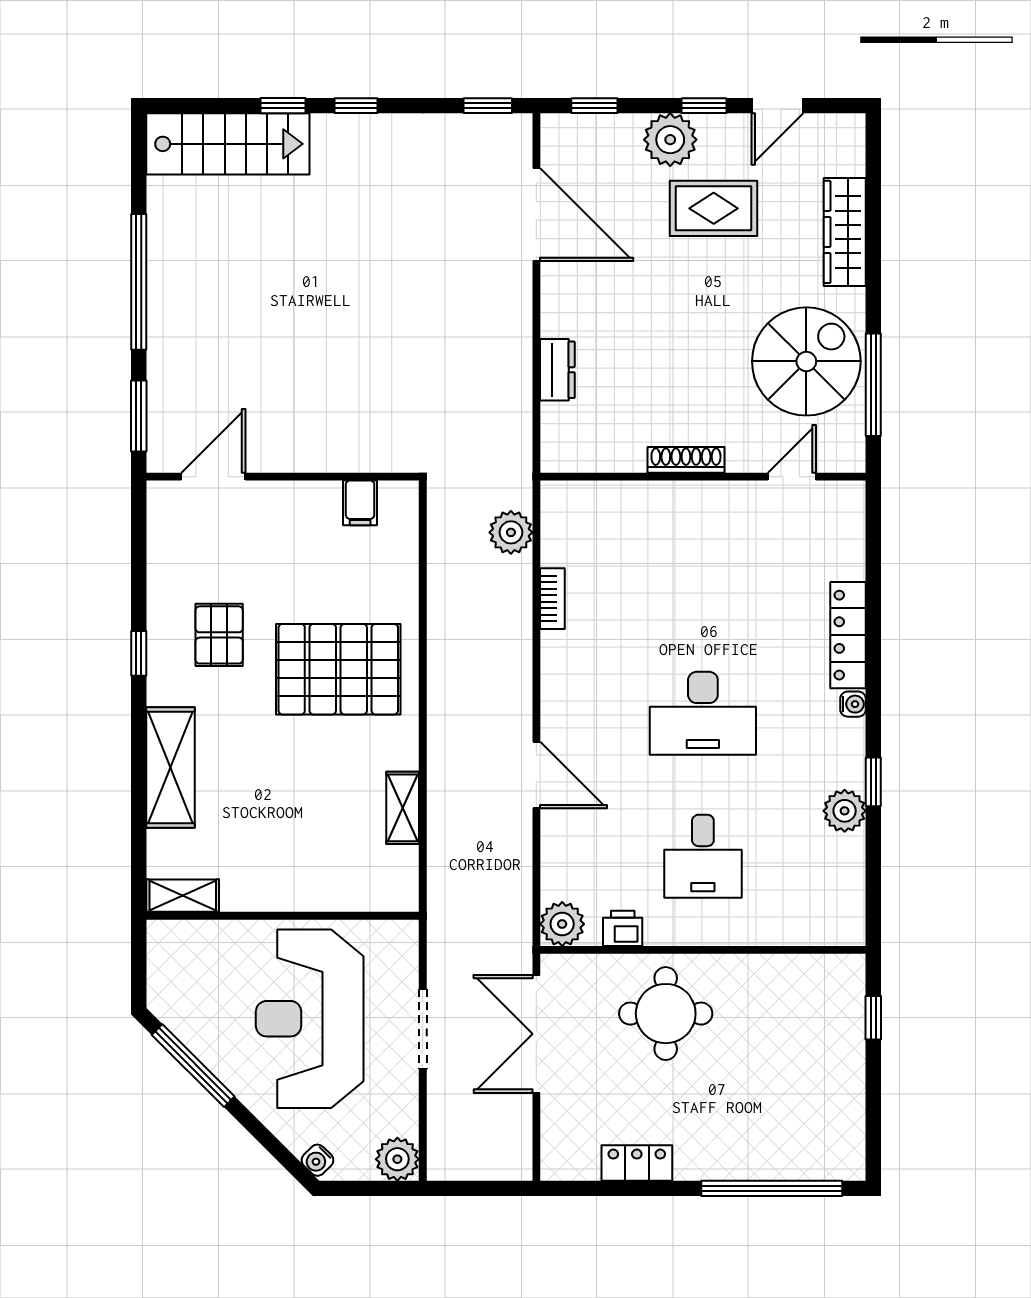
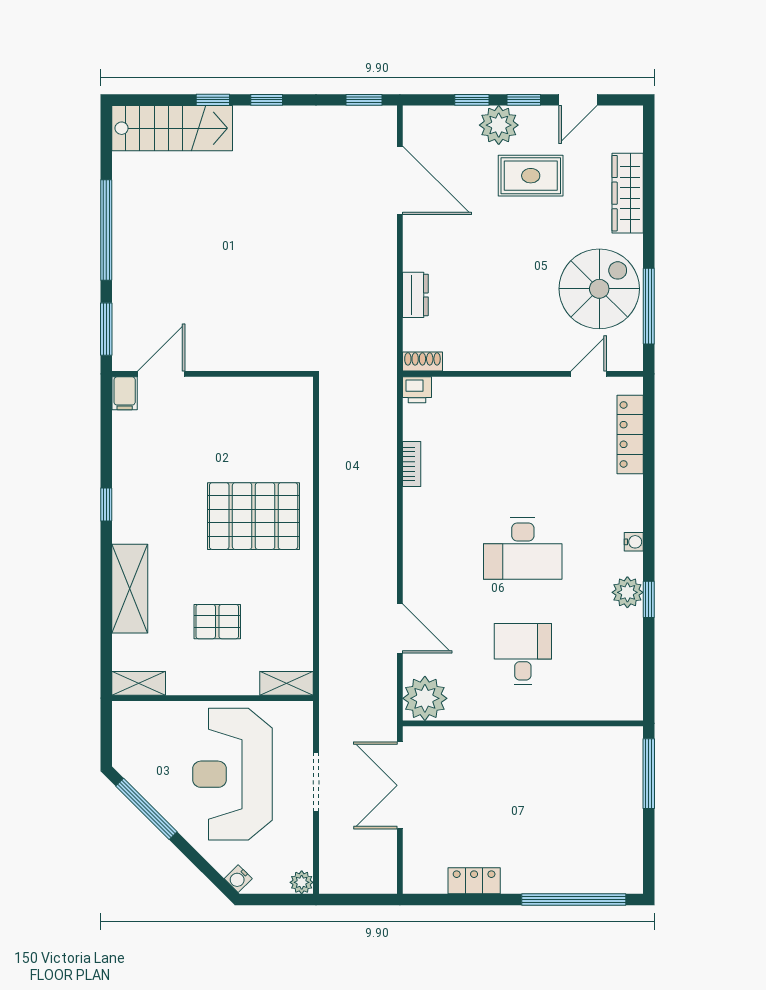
window: (594, 106) -> (472, 100), moved
shoe rack: (686, 460) -> (422, 361), moved, width x0.70
filing cabinet: (360, 503) -> (125, 393), moved
plant: (511, 532) -> (381, 415), removed
pallet: (219, 635) -> (217, 622), moved, turned 90
locker: (848, 635) -> (630, 434), moved
door: (536, 775) -> (400, 628), moved
shelving: (403, 808) -> (286, 683), moved, turned 90
plant: (845, 811) -> (627, 592), moved
desk: (703, 856) -> (523, 654), turned 180
plant: (562, 924) -> (425, 698), width x1.36, depth x1.36
printer: (623, 928) -> (417, 390), moved, turned 180
round table: (666, 1014) -> (495, 770), removed
window: (873, 1018) -> (649, 774), width x2.17
plant: (397, 1159) -> (302, 882), width x0.73, depth x0.73

